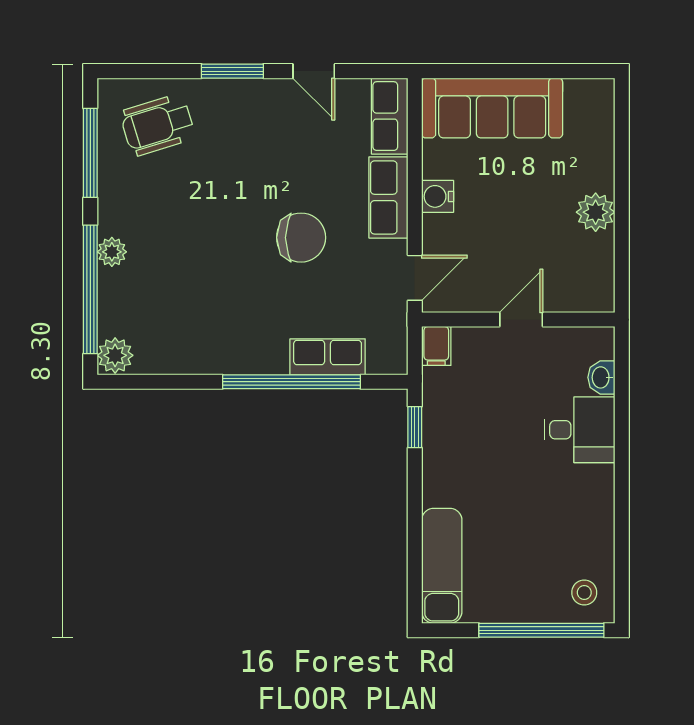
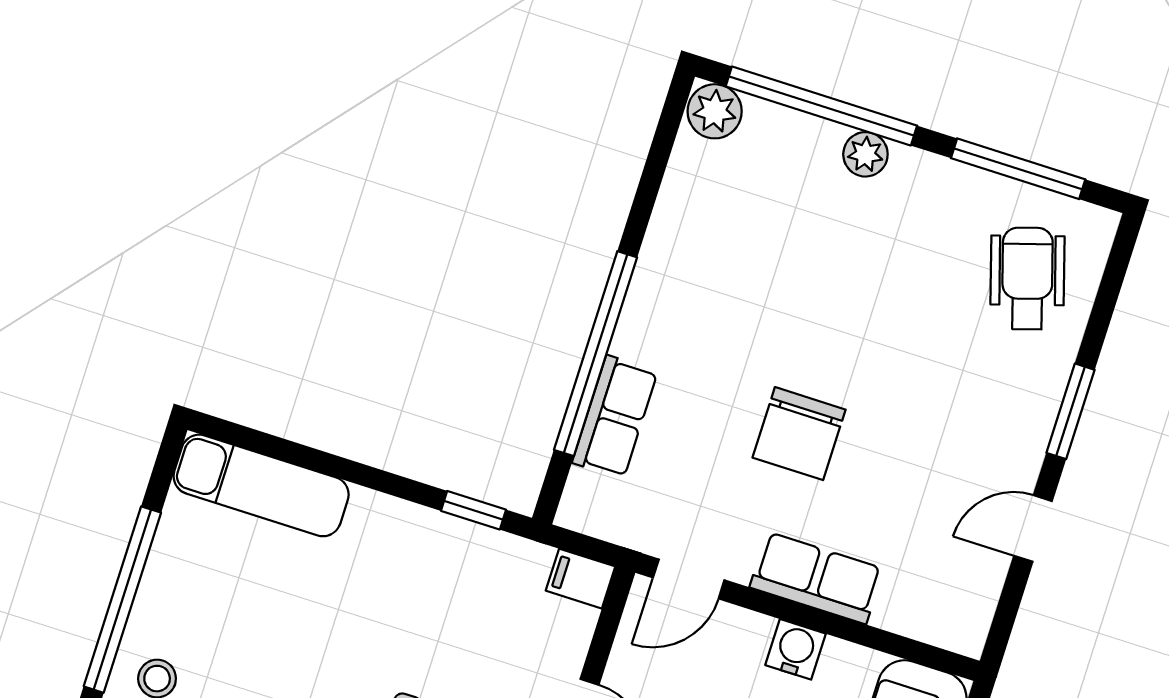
row of seats: (390, 116) -> (933, 617), removed
door: (415, 278) -> (689, 579), hinge flipped

